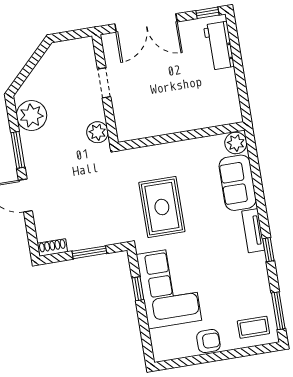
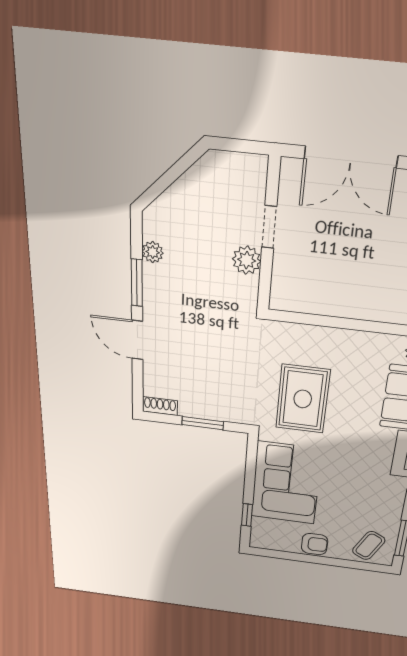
plant: (31, 115) -> (153, 252), width x0.53, depth x0.53
plant: (97, 132) -> (247, 260), moved
window: (138, 289) -> (247, 515), moved
coffee table: (253, 327) -> (369, 546), turned -63

